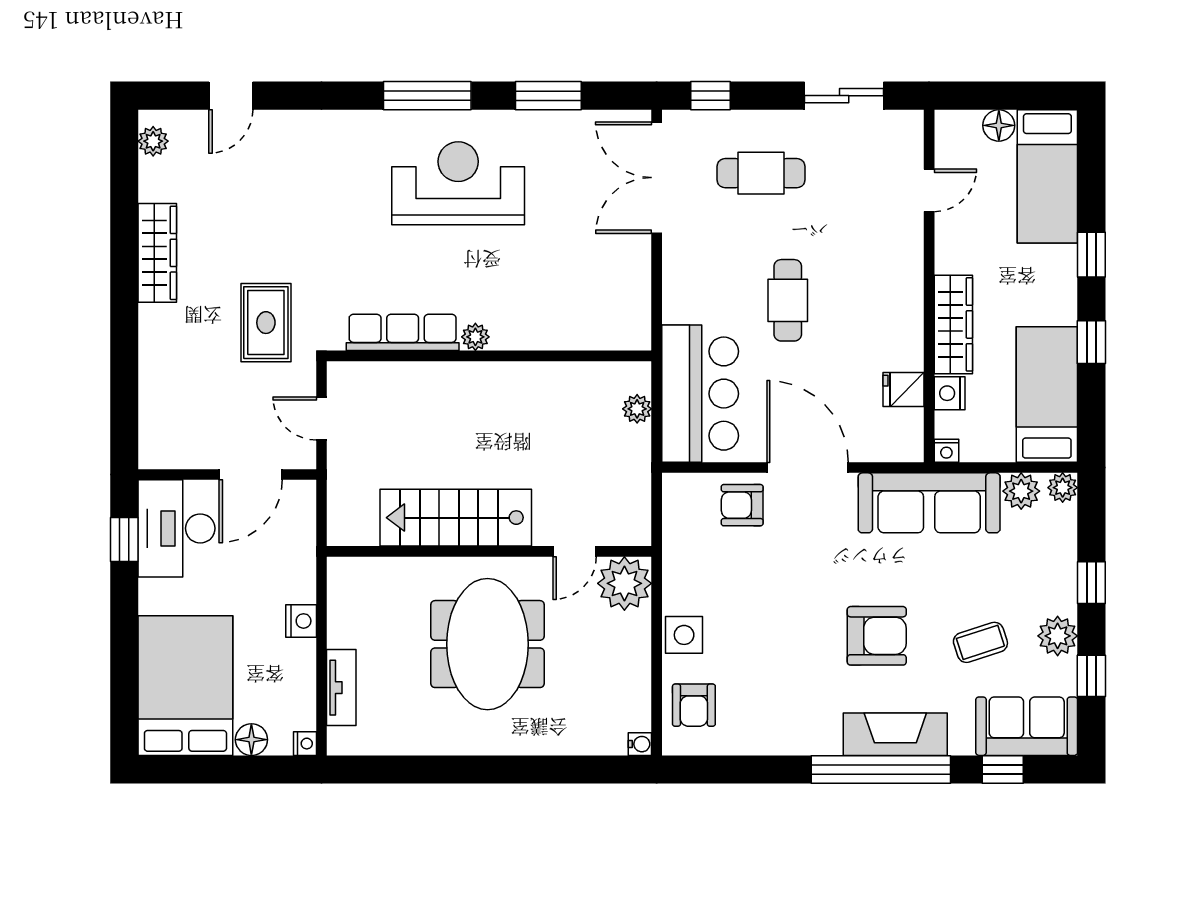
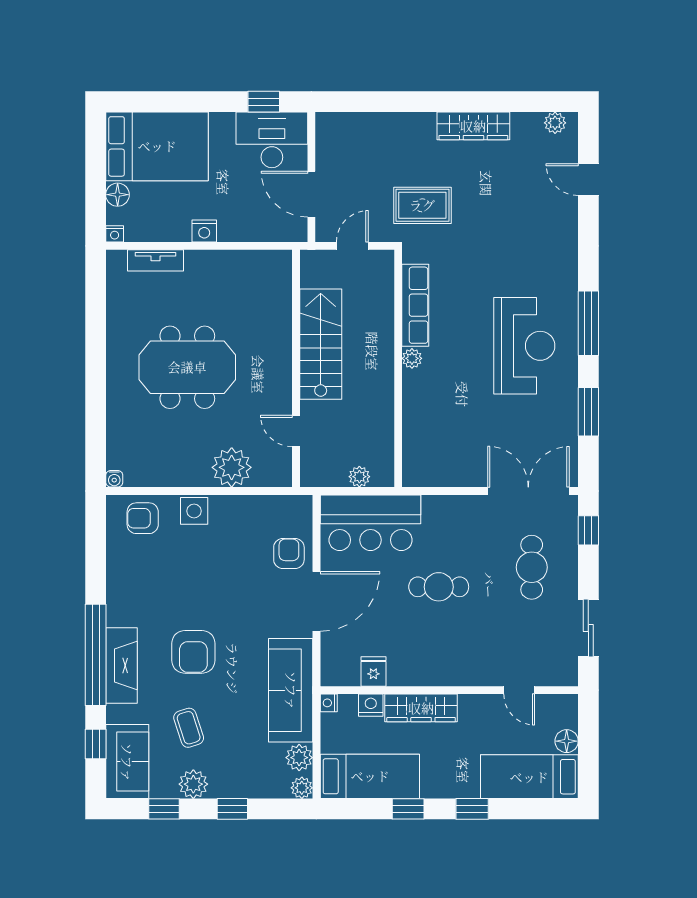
stairs: (456, 518) -> (321, 344), moved
wall: (489, 551) -> (296, 368), moved
door: (575, 551) -> (296, 431), moved

